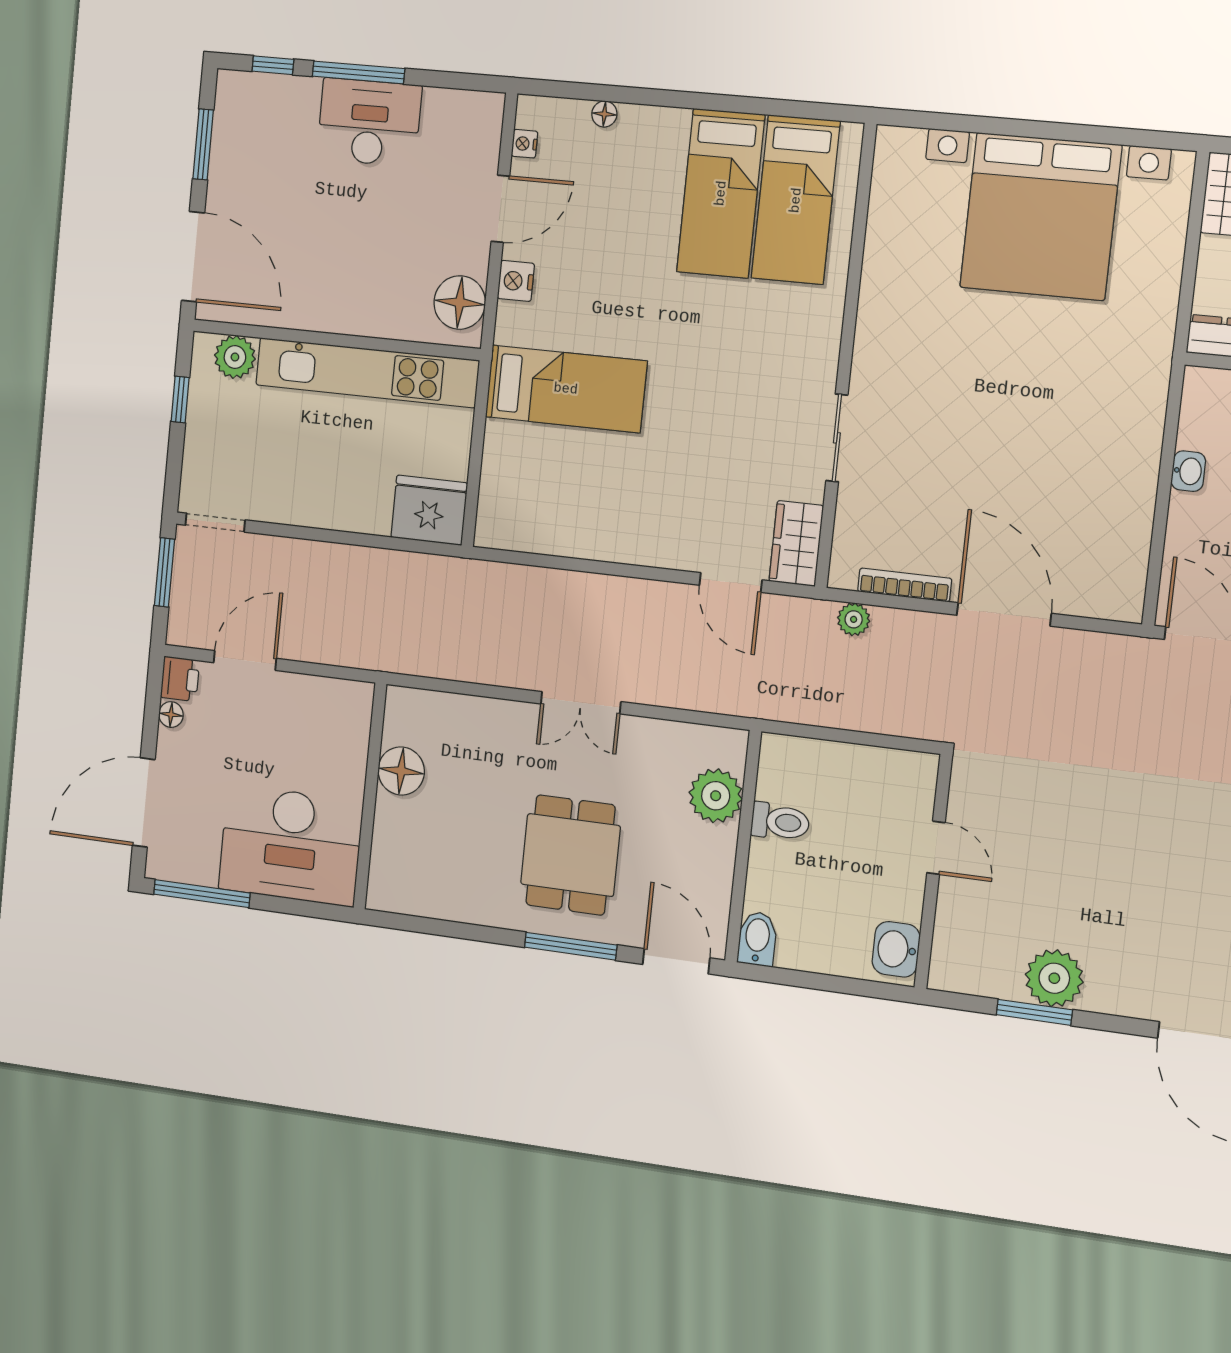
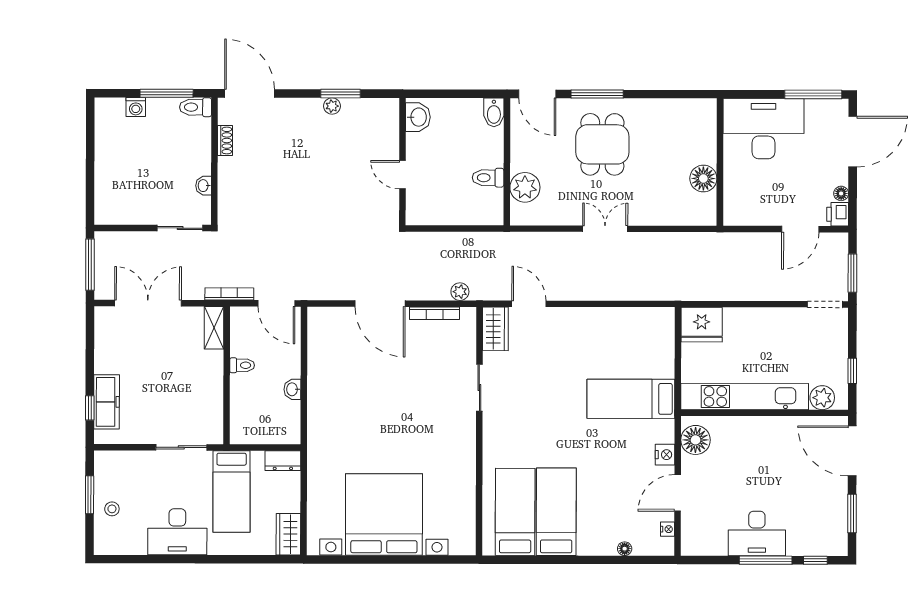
plant: (1054, 978) -> (332, 106), width x0.53, depth x0.53

